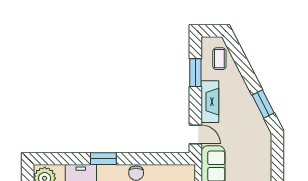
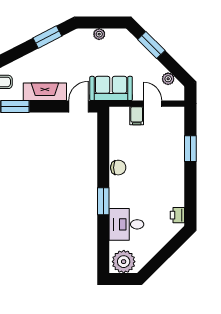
plant: (266, 155) -> (99, 34), added

